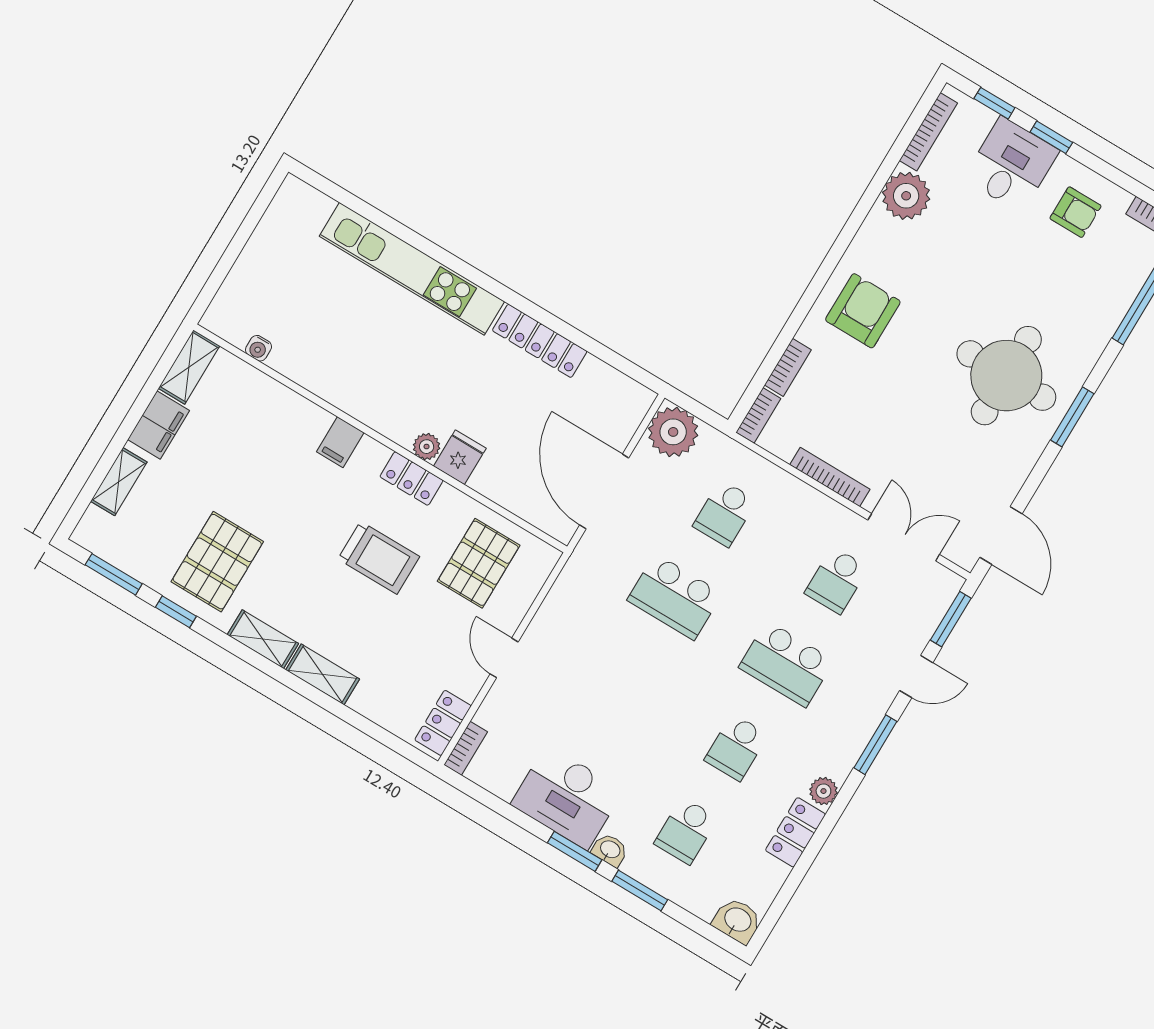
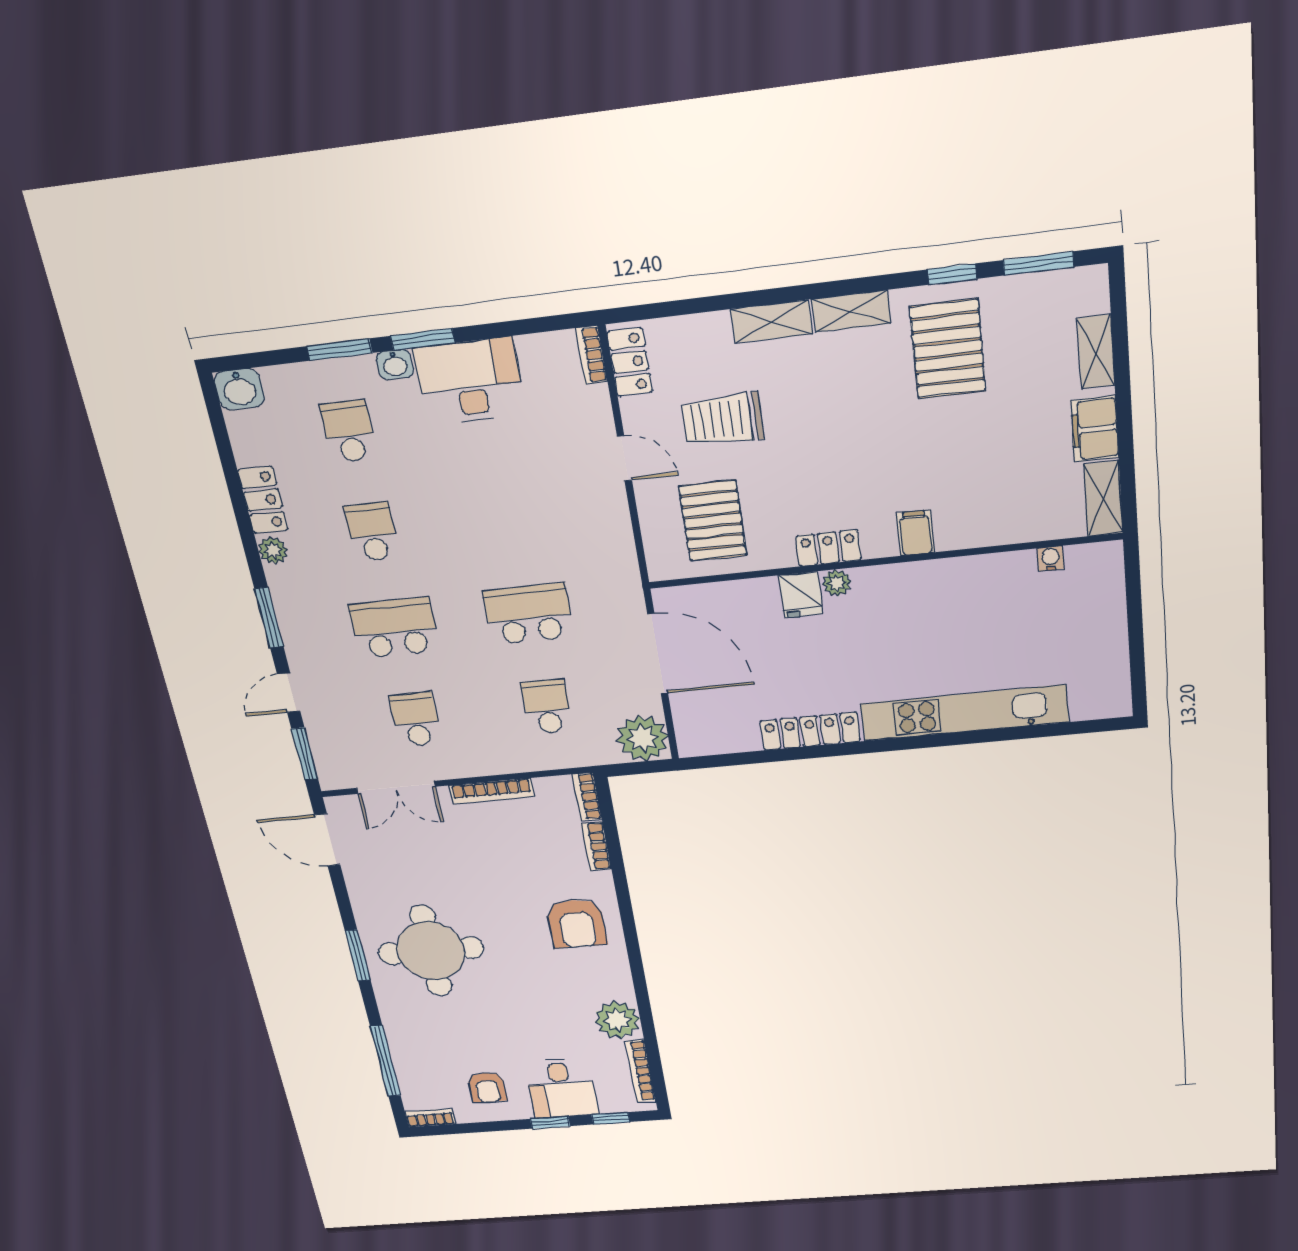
armchair: (1075, 212) -> (487, 1087), turned -90
trolley: (379, 558) -> (722, 420), moved

